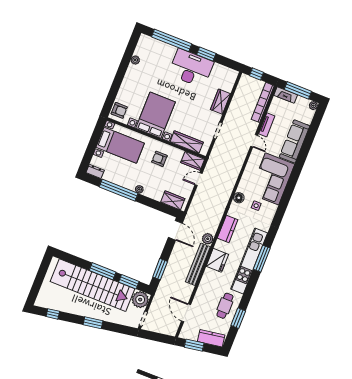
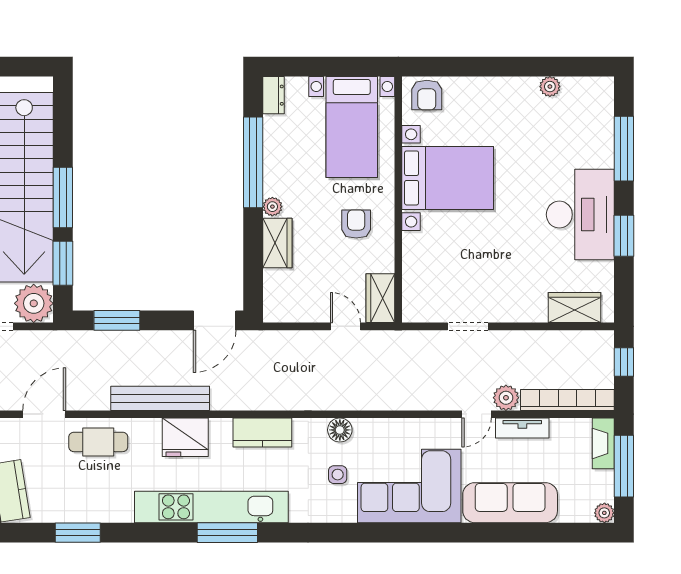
window: (172, 40) -> (624, 149), width x0.68
wardrobe: (220, 102) -> (574, 308), moved
wardrobe: (187, 142) -> (416, 269), removed
wardrobe: (173, 200) -> (277, 243), moved
plant: (208, 239) -> (506, 398), moved
cafe table: (225, 306) -> (98, 442), moved

